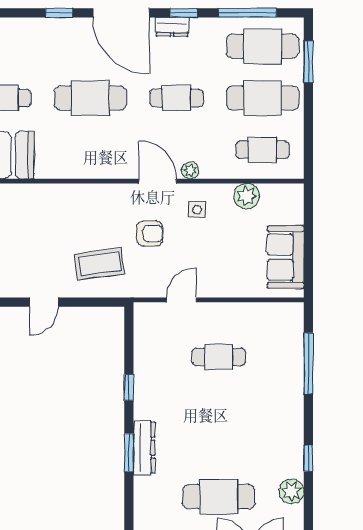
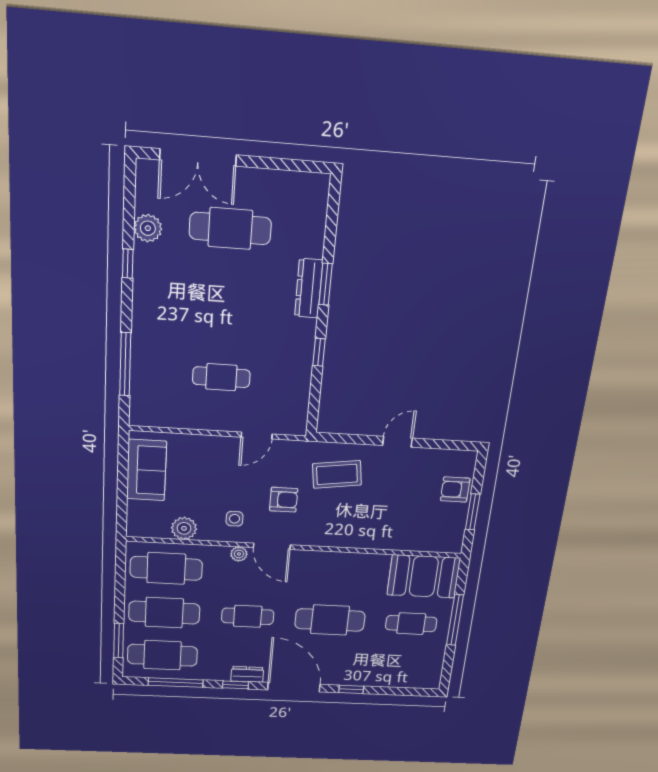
cafe table: (263, 150) -> (166, 568), width x1.37, depth x1.35
armchair: (150, 233) -> (284, 500), turned 180

